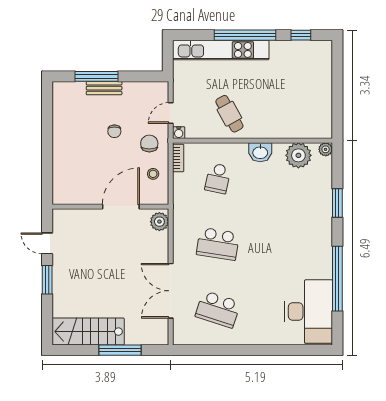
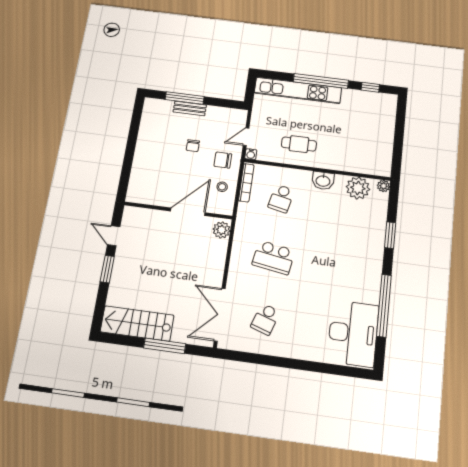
cafe table: (229, 114) -> (299, 144), turned -61
chair: (149, 143) -> (223, 160), turned -90
bookcase: (178, 158) -> (246, 183), width x1.56
double door: (171, 291) -> (220, 315), moved
school desk: (218, 309) -> (265, 319), width x0.54

